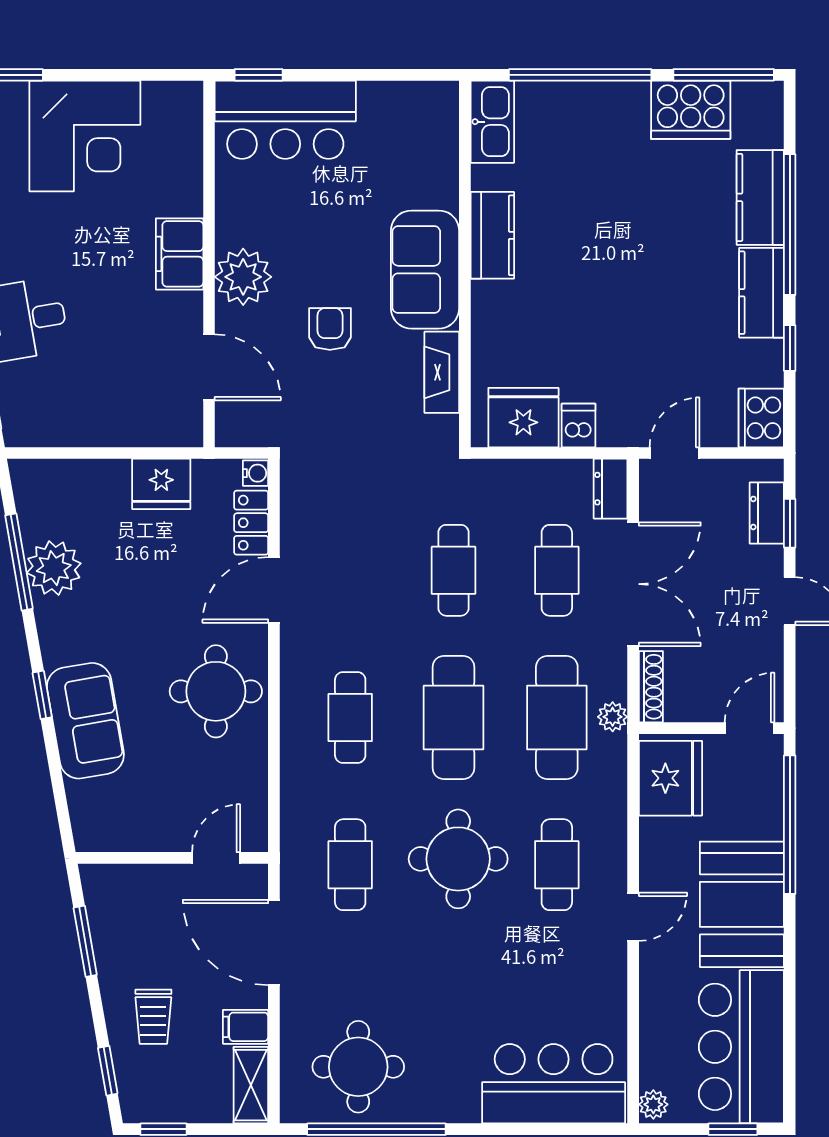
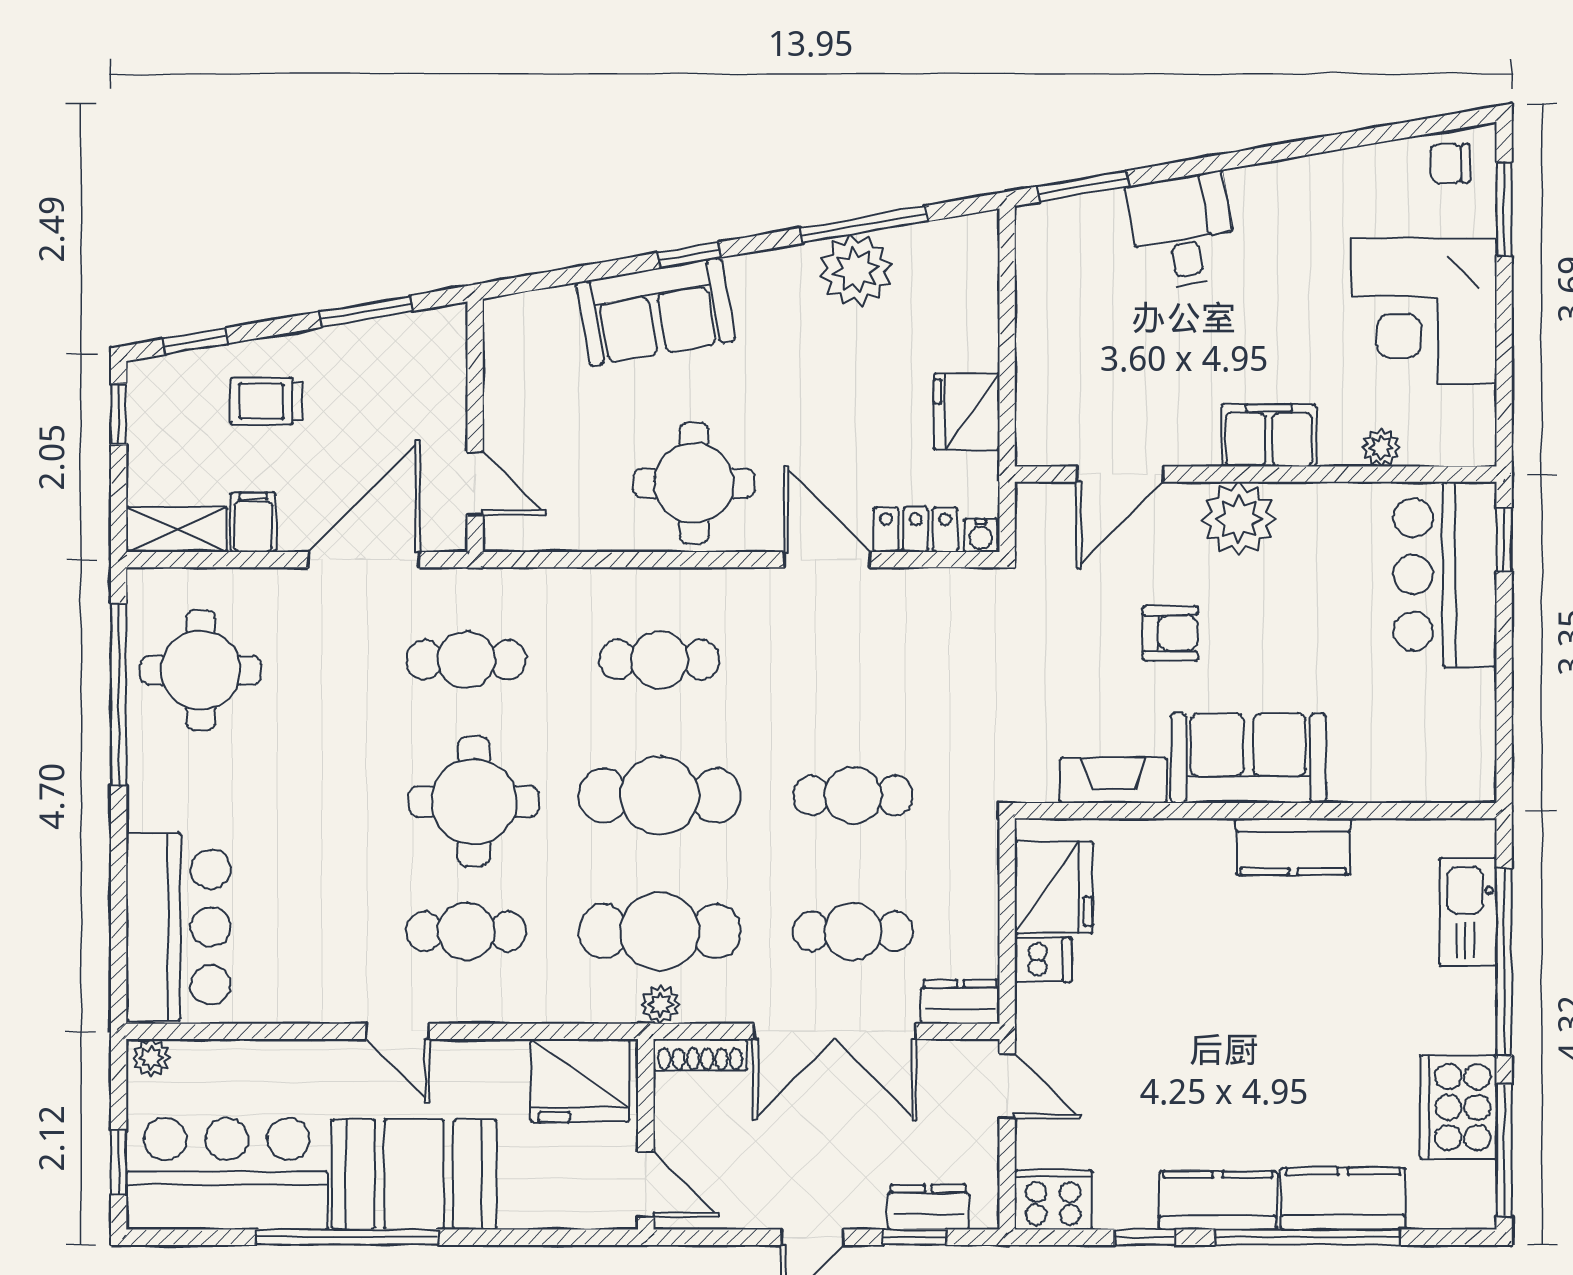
kitchen sink: (492, 122) -> (1468, 912), moved, turned 90
plant: (189, 169) -> (1381, 448), added
window: (790, 825) -> (347, 1237), moved

